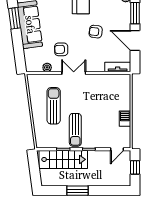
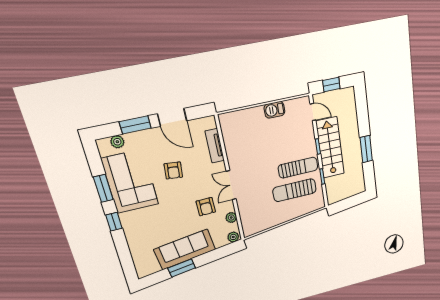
door: (135, 41) -> (172, 117), hinge flipped
plant: (30, 65) -> (233, 237), added
tv unit: (118, 67) -> (215, 146), moved
sun lounger: (54, 106) -> (295, 190), moved
stairs: (63, 159) -> (330, 148), moved

